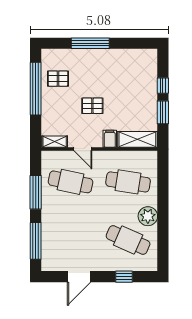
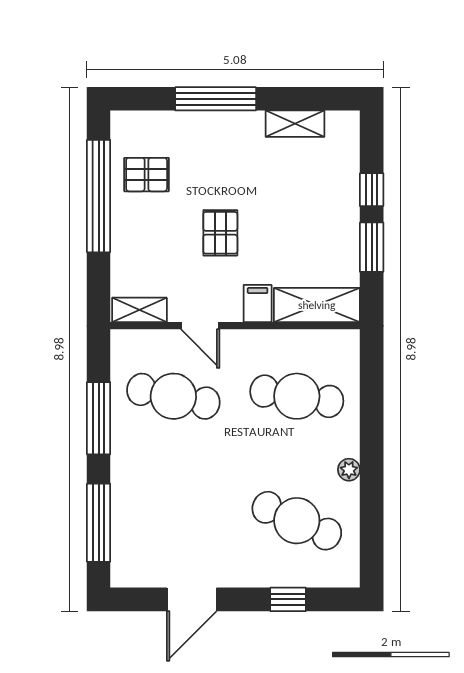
shelving: (127, 55) -> (295, 124), added
pallet: (92, 106) -> (220, 233), turned 90
plant: (148, 216) -> (349, 470), width x0.53, depth x0.53

